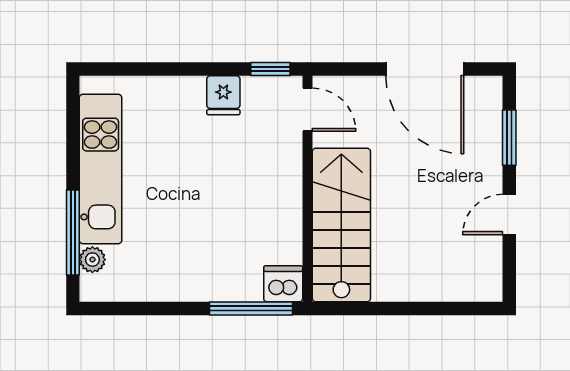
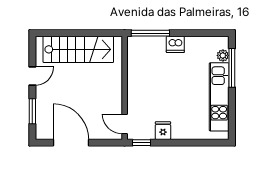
stairs: (341, 225) -> (78, 49), moved, turned -90
dishwasher: (283, 284) -> (175, 44), moved

